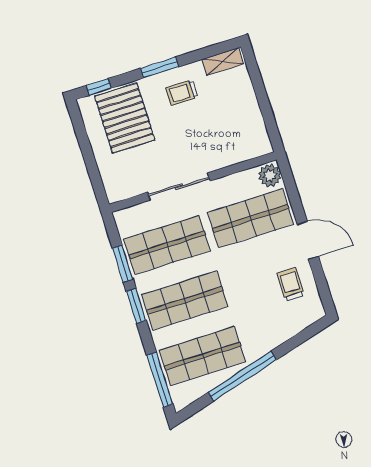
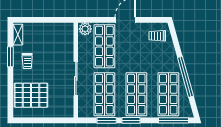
window: (160, 67) -> (10, 57), moved
window: (99, 87) -> (10, 104), removed
trolley: (291, 284) -> (157, 36), moved

